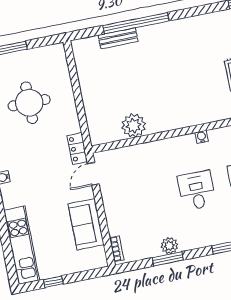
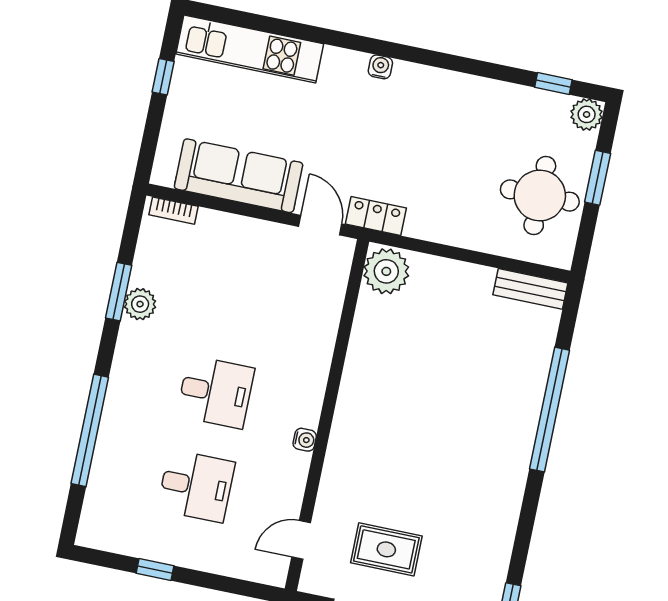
bench: (118, 38) -> (530, 289), moved, turned 90
round table: (29, 103) -> (540, 196), moved
plant: (134, 126) -> (386, 271), moved
sofa: (86, 224) -> (239, 176), width x1.36

